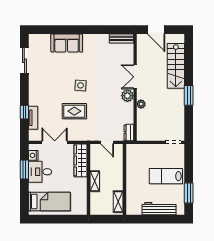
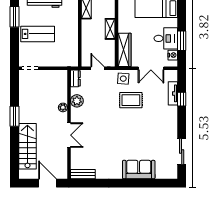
side table: (81, 85) -> (123, 79), moved
plant: (127, 96) -> (77, 101), moved

